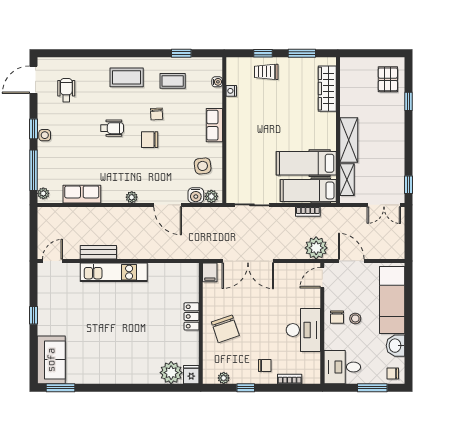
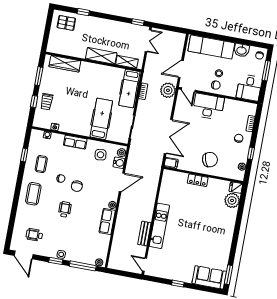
hospital bed: (306, 163) -> (101, 119), moved, turned 180
row of seats: (82, 194) -> (107, 222), moved
desk: (303, 330) -> (208, 106), moved

